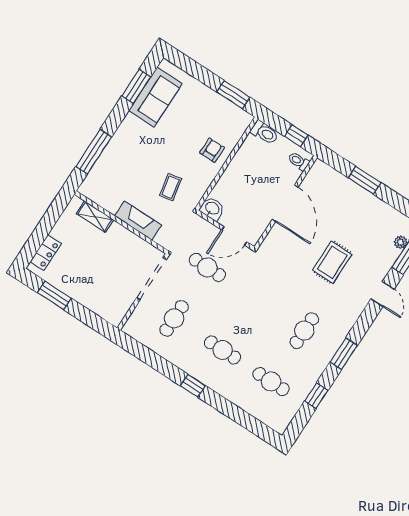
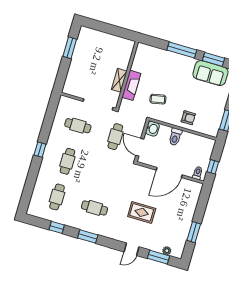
toilet: (264, 132) -> (175, 137), moved
window: (94, 152) -> (182, 50), moved
window: (365, 180) -> (194, 232), moved
shelving: (95, 217) -> (119, 80), moved
locker: (46, 253) -> (94, 35), removed

